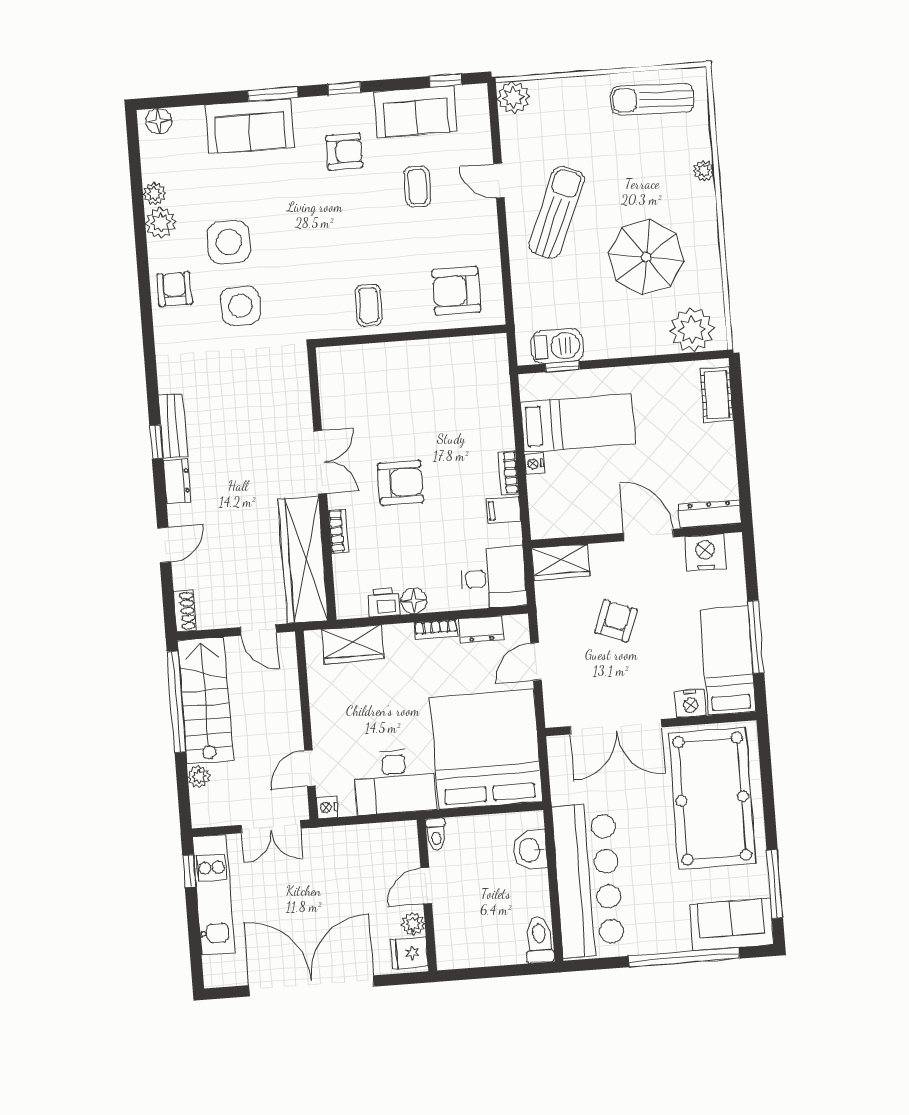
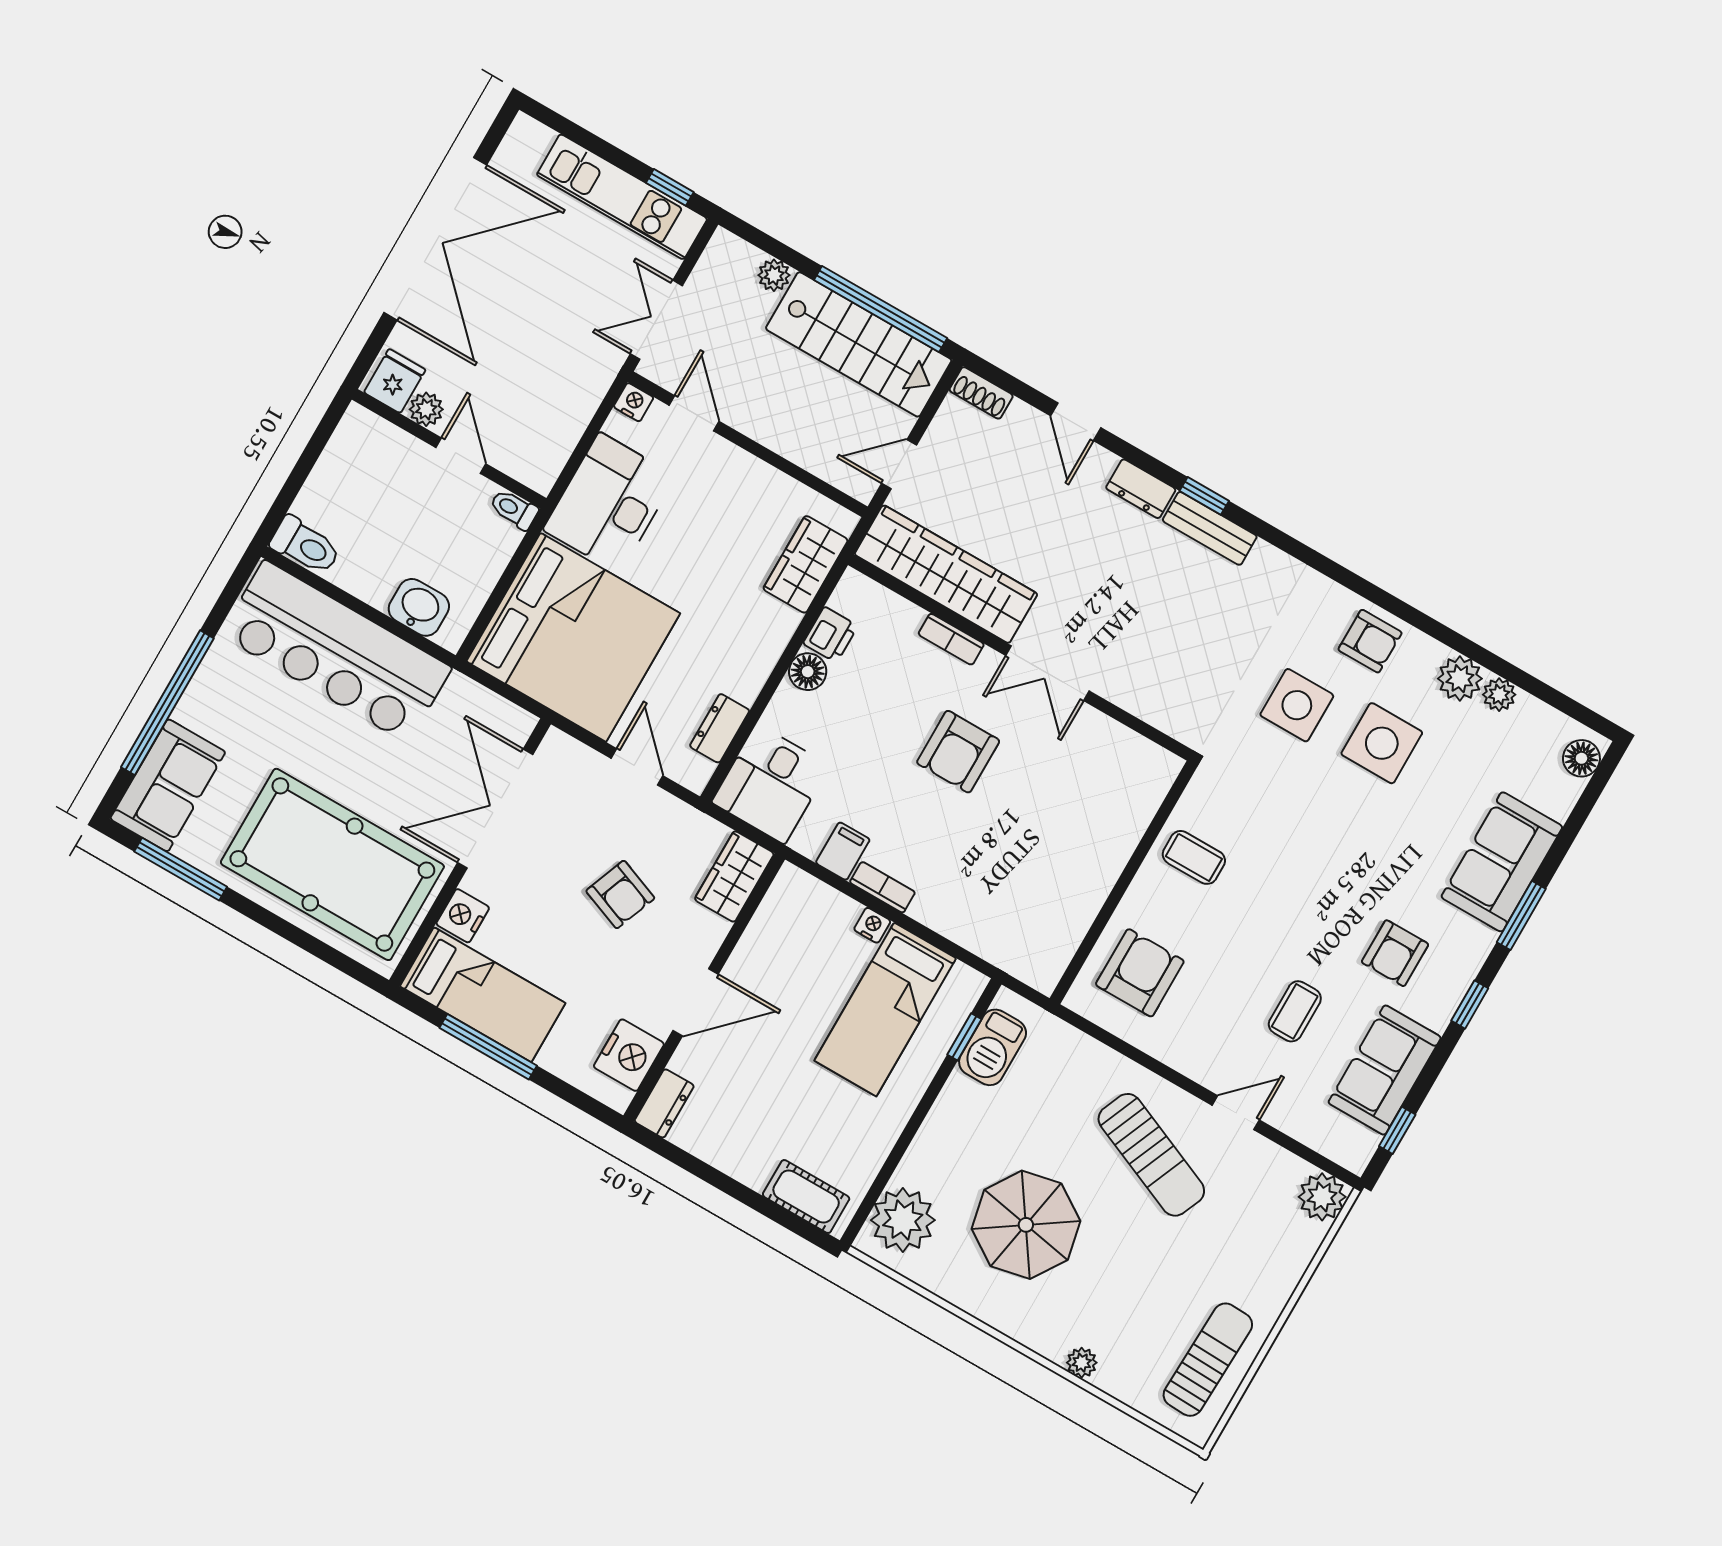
coffee table: (417, 186) -> (1295, 1011), turned 90
dresser: (710, 514) -> (664, 1103), width x0.70
bookcase: (436, 629) -> (756, 675), removed

